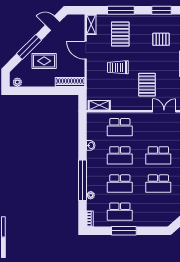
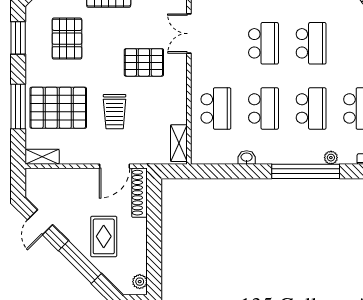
pallet: (120, 34) -> (58, 108), width x1.37, depth x1.41
pallet: (161, 39) -> (67, 39), width x1.50, depth x1.42
door: (86, 50) -> (114, 166), moved

